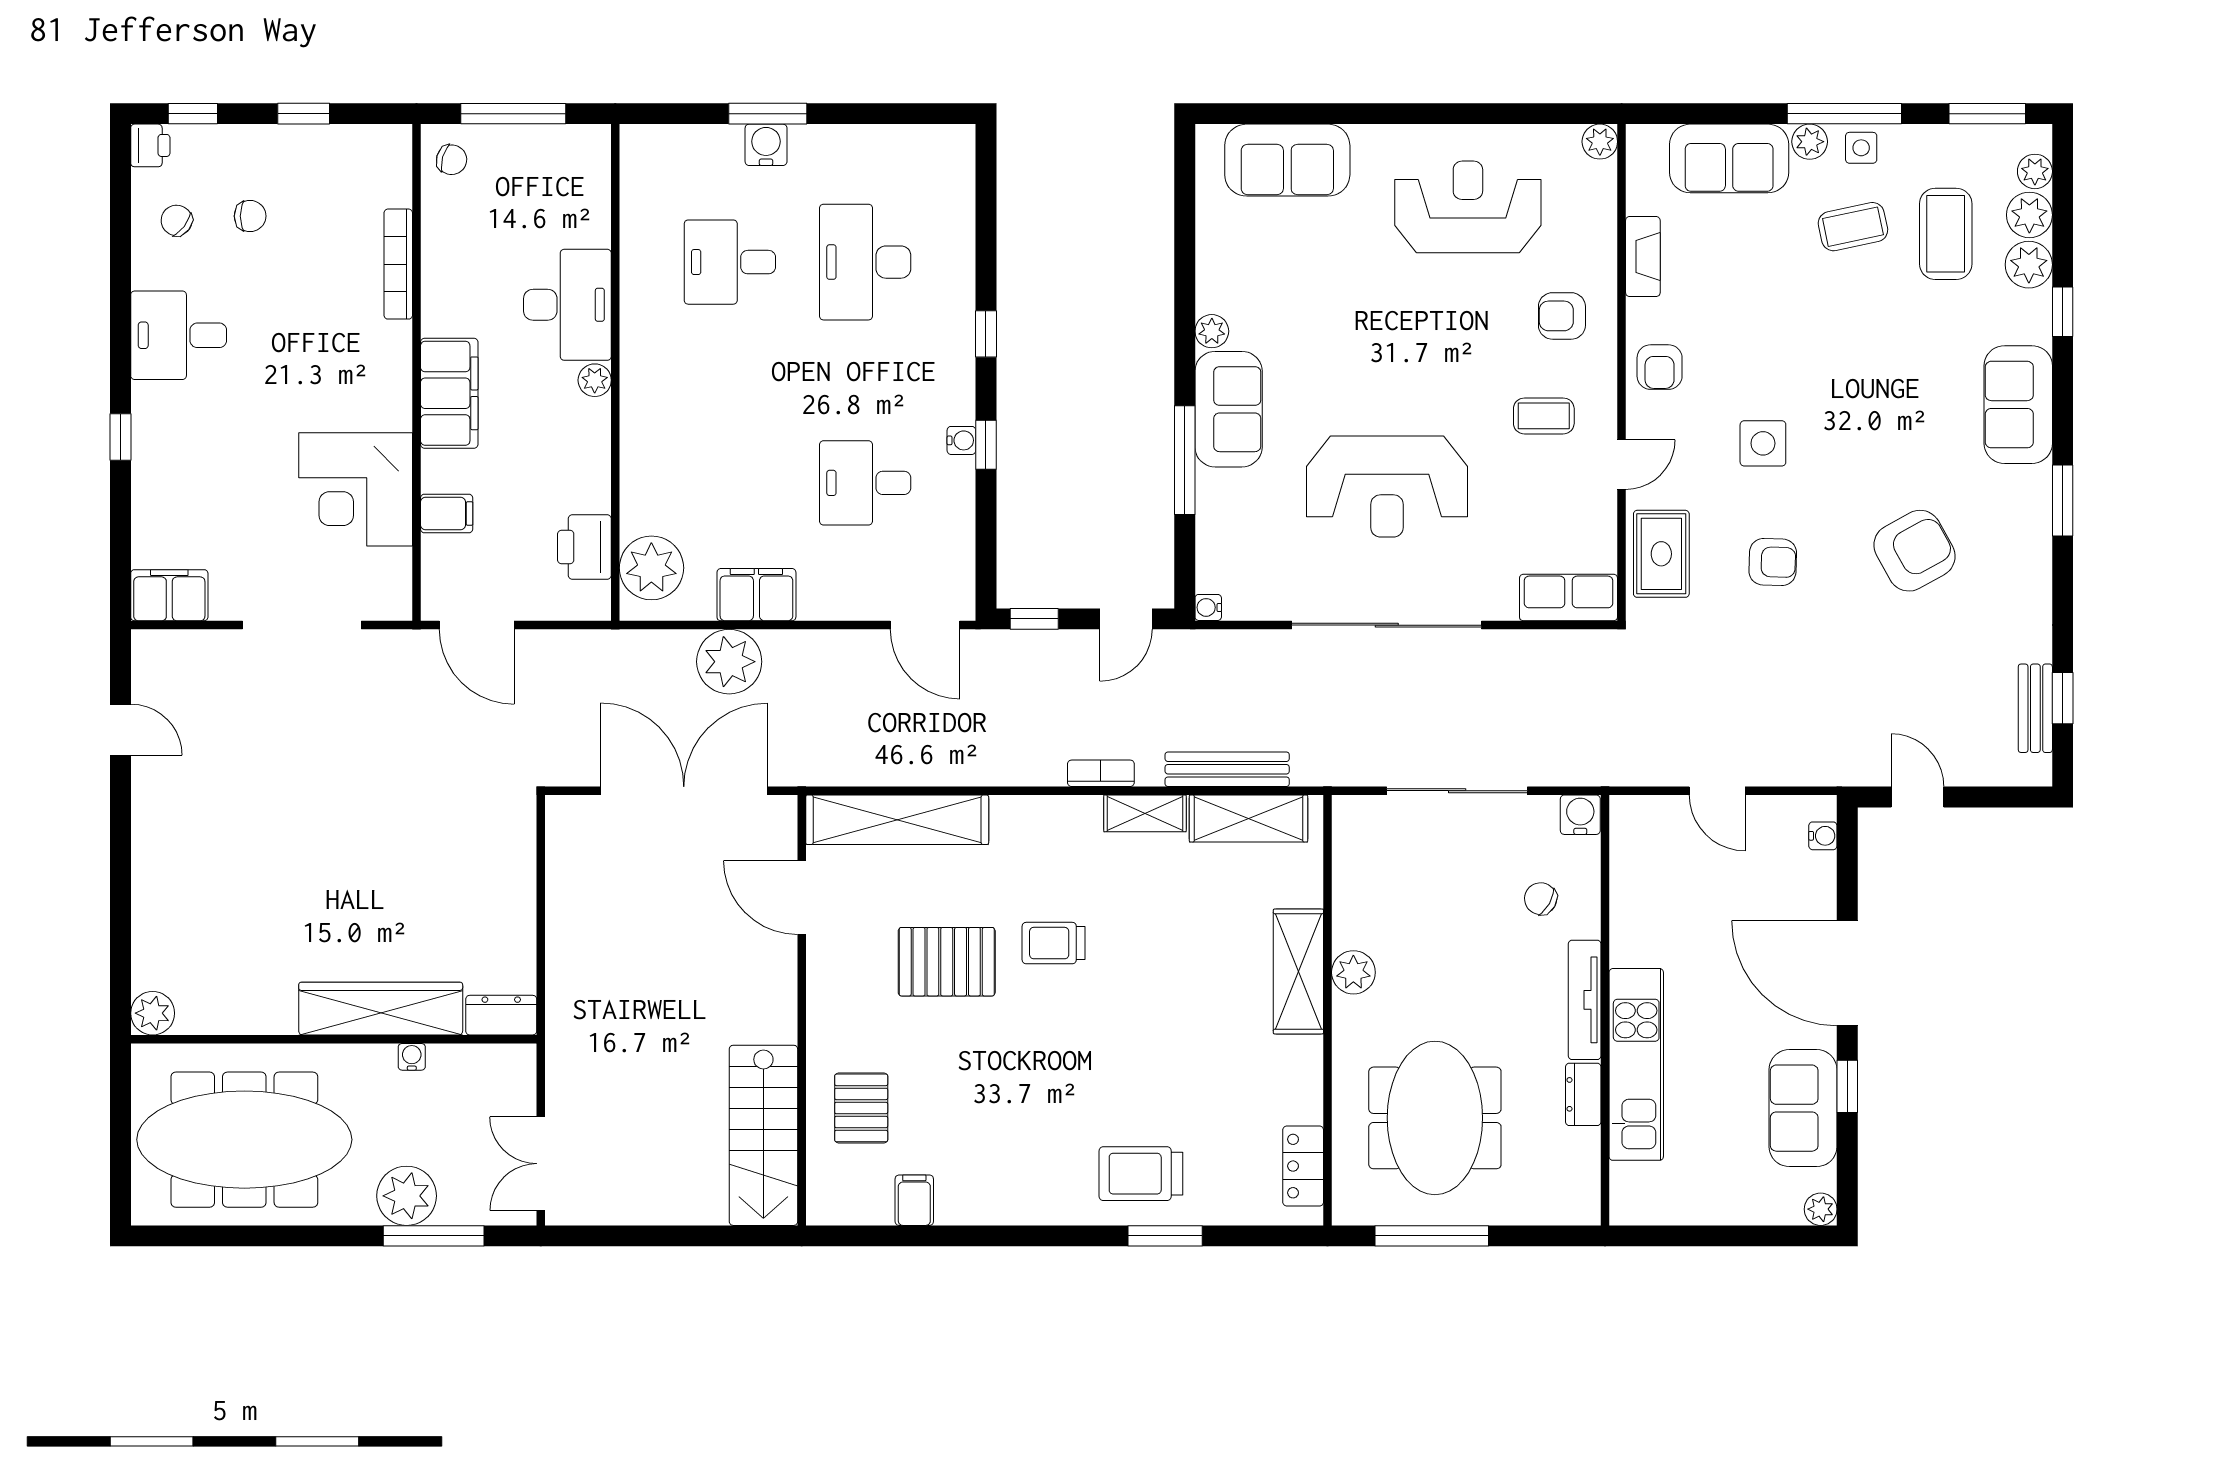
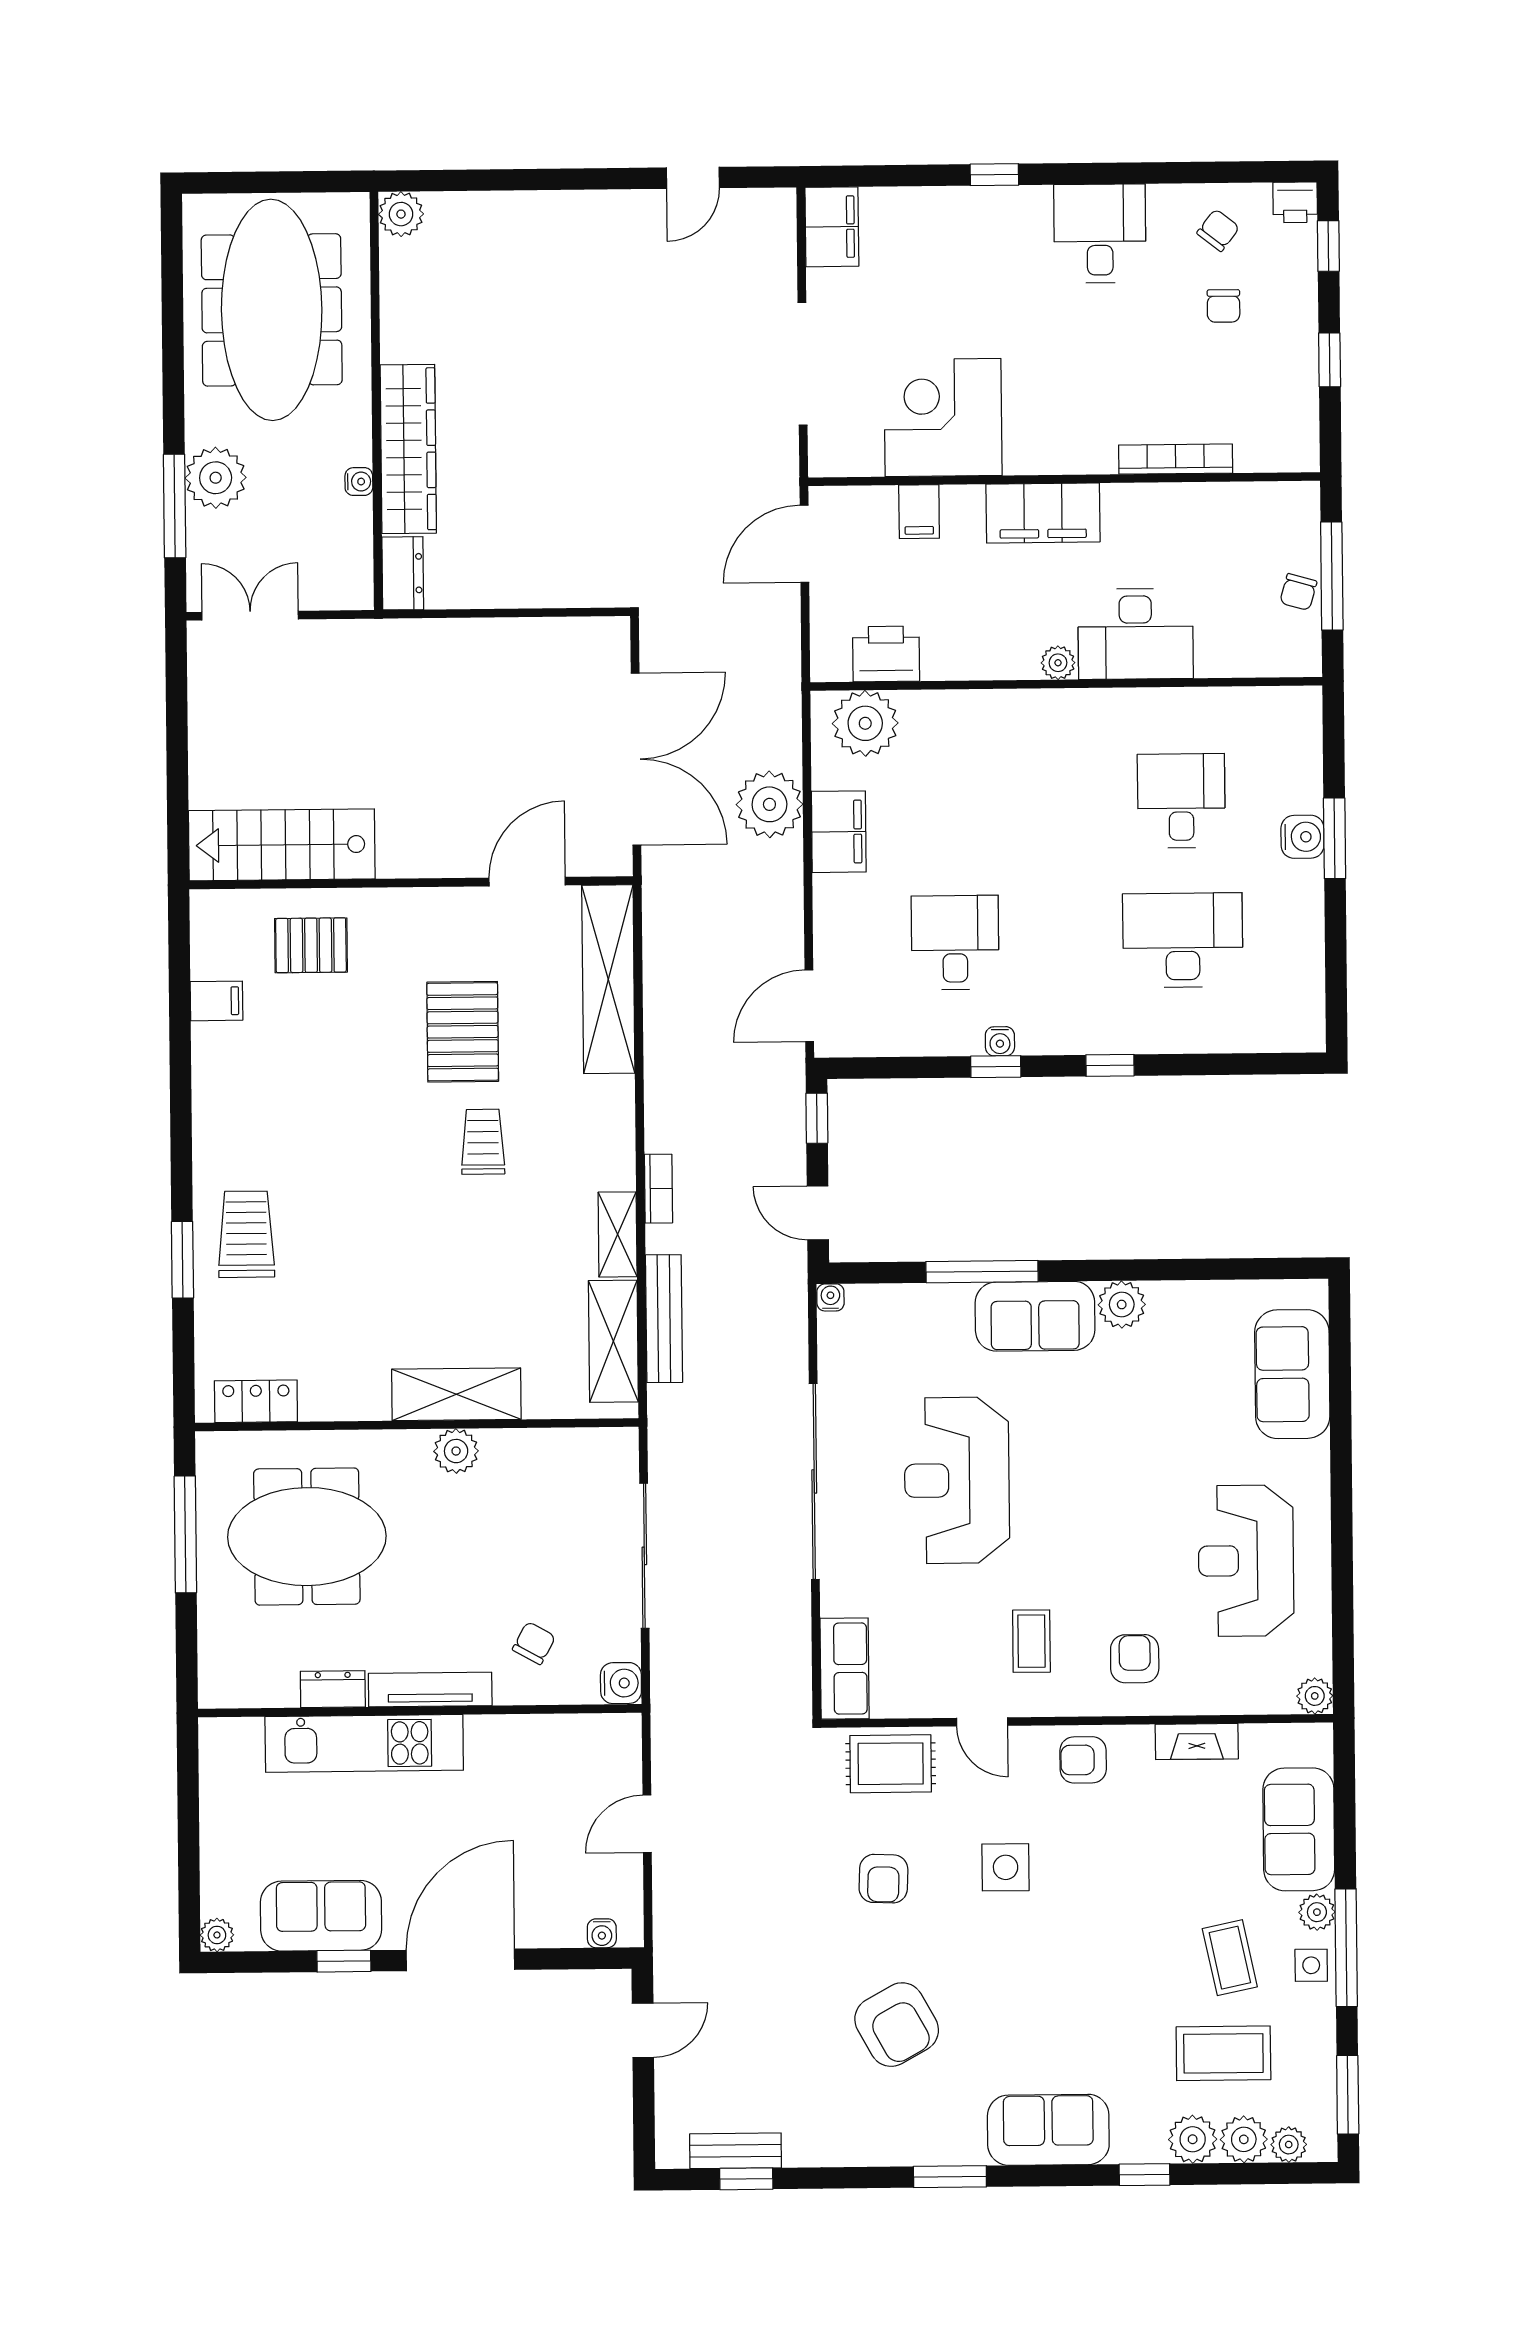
chair: (452, 160) -> (1298, 592), moved
reception desk: (1468, 207) -> (1246, 1561), turned 180
plant: (1212, 331) -> (1122, 1305), width x1.38, depth x1.38

